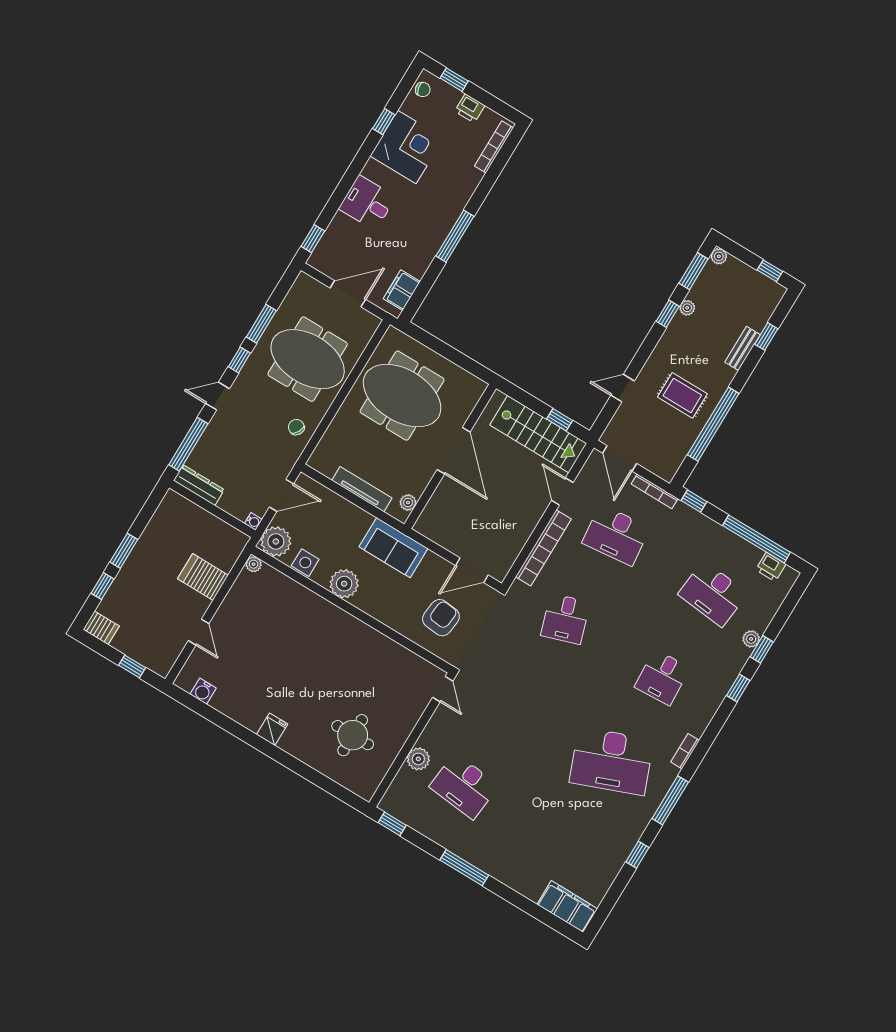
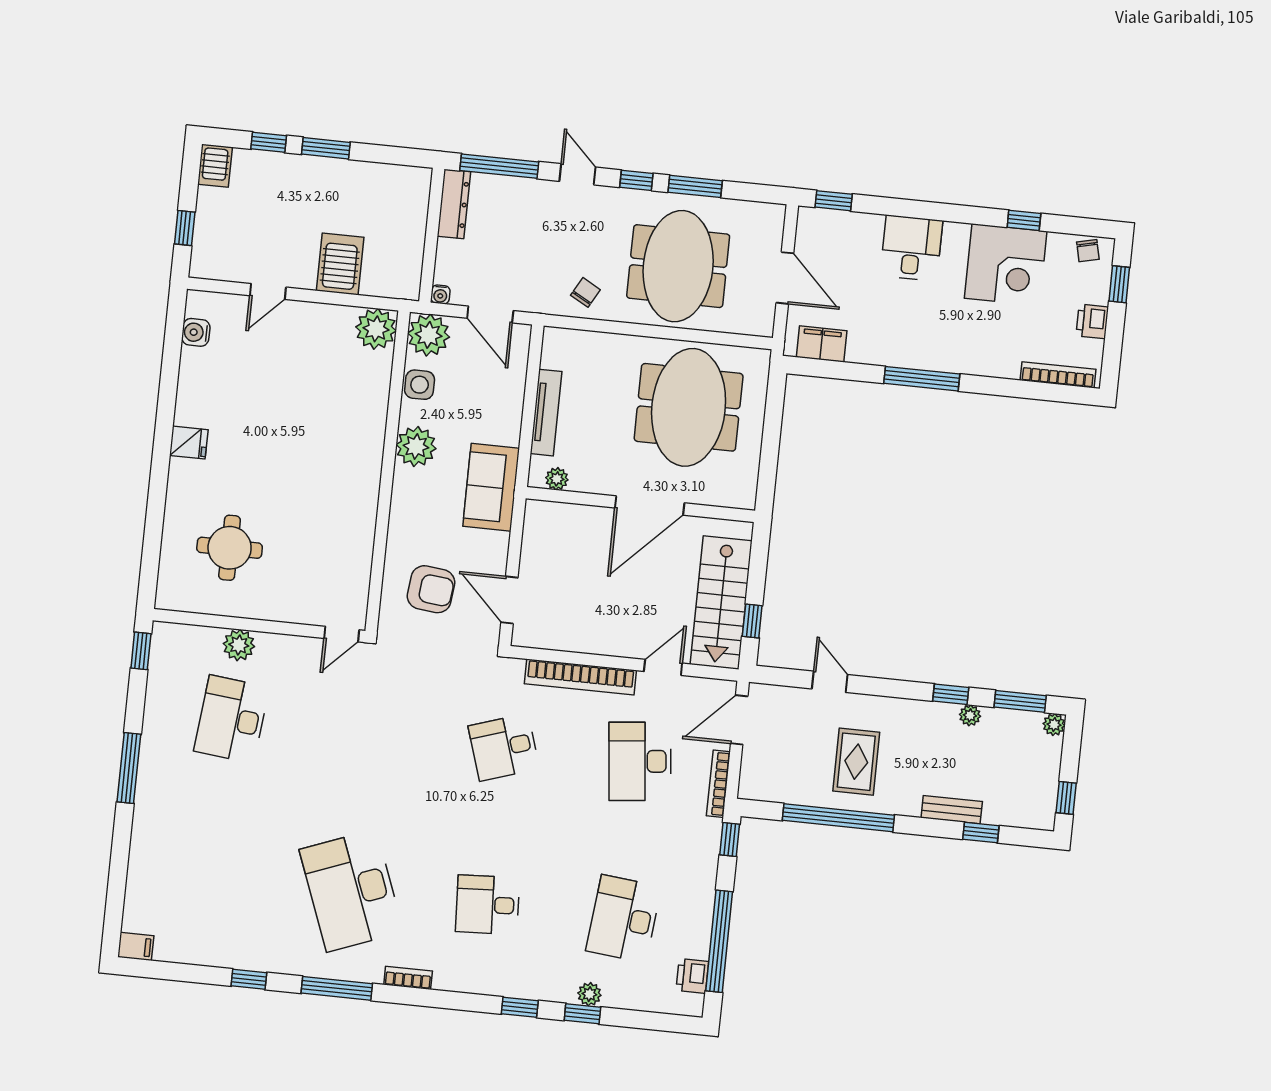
plant: (254, 564) -> (376, 329), width x1.88, depth x1.88
filing cabinet: (567, 907) -> (136, 946), width x0.33, depth x0.86

